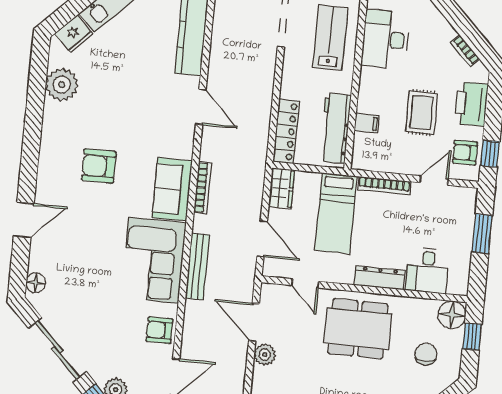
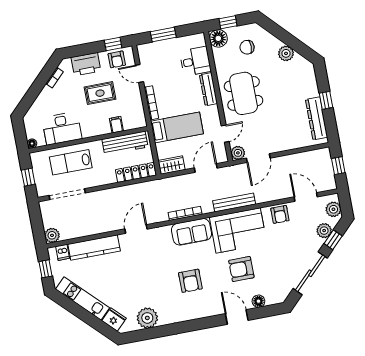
armchair: (94, 248) -> (241, 269), added
floor lamp: (36, 283) -> (258, 301), moved
plant: (265, 355) -> (238, 153), moved

